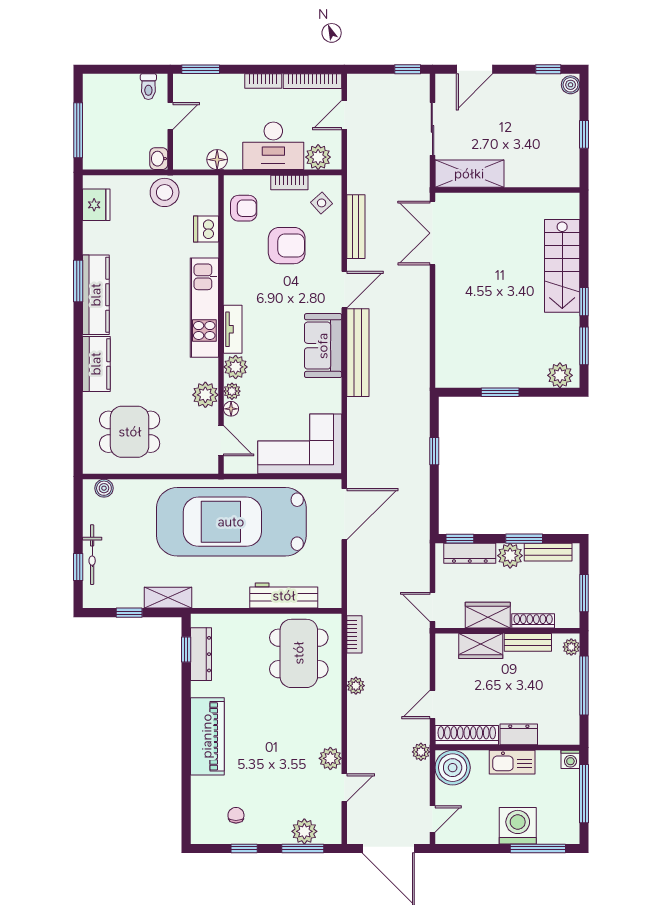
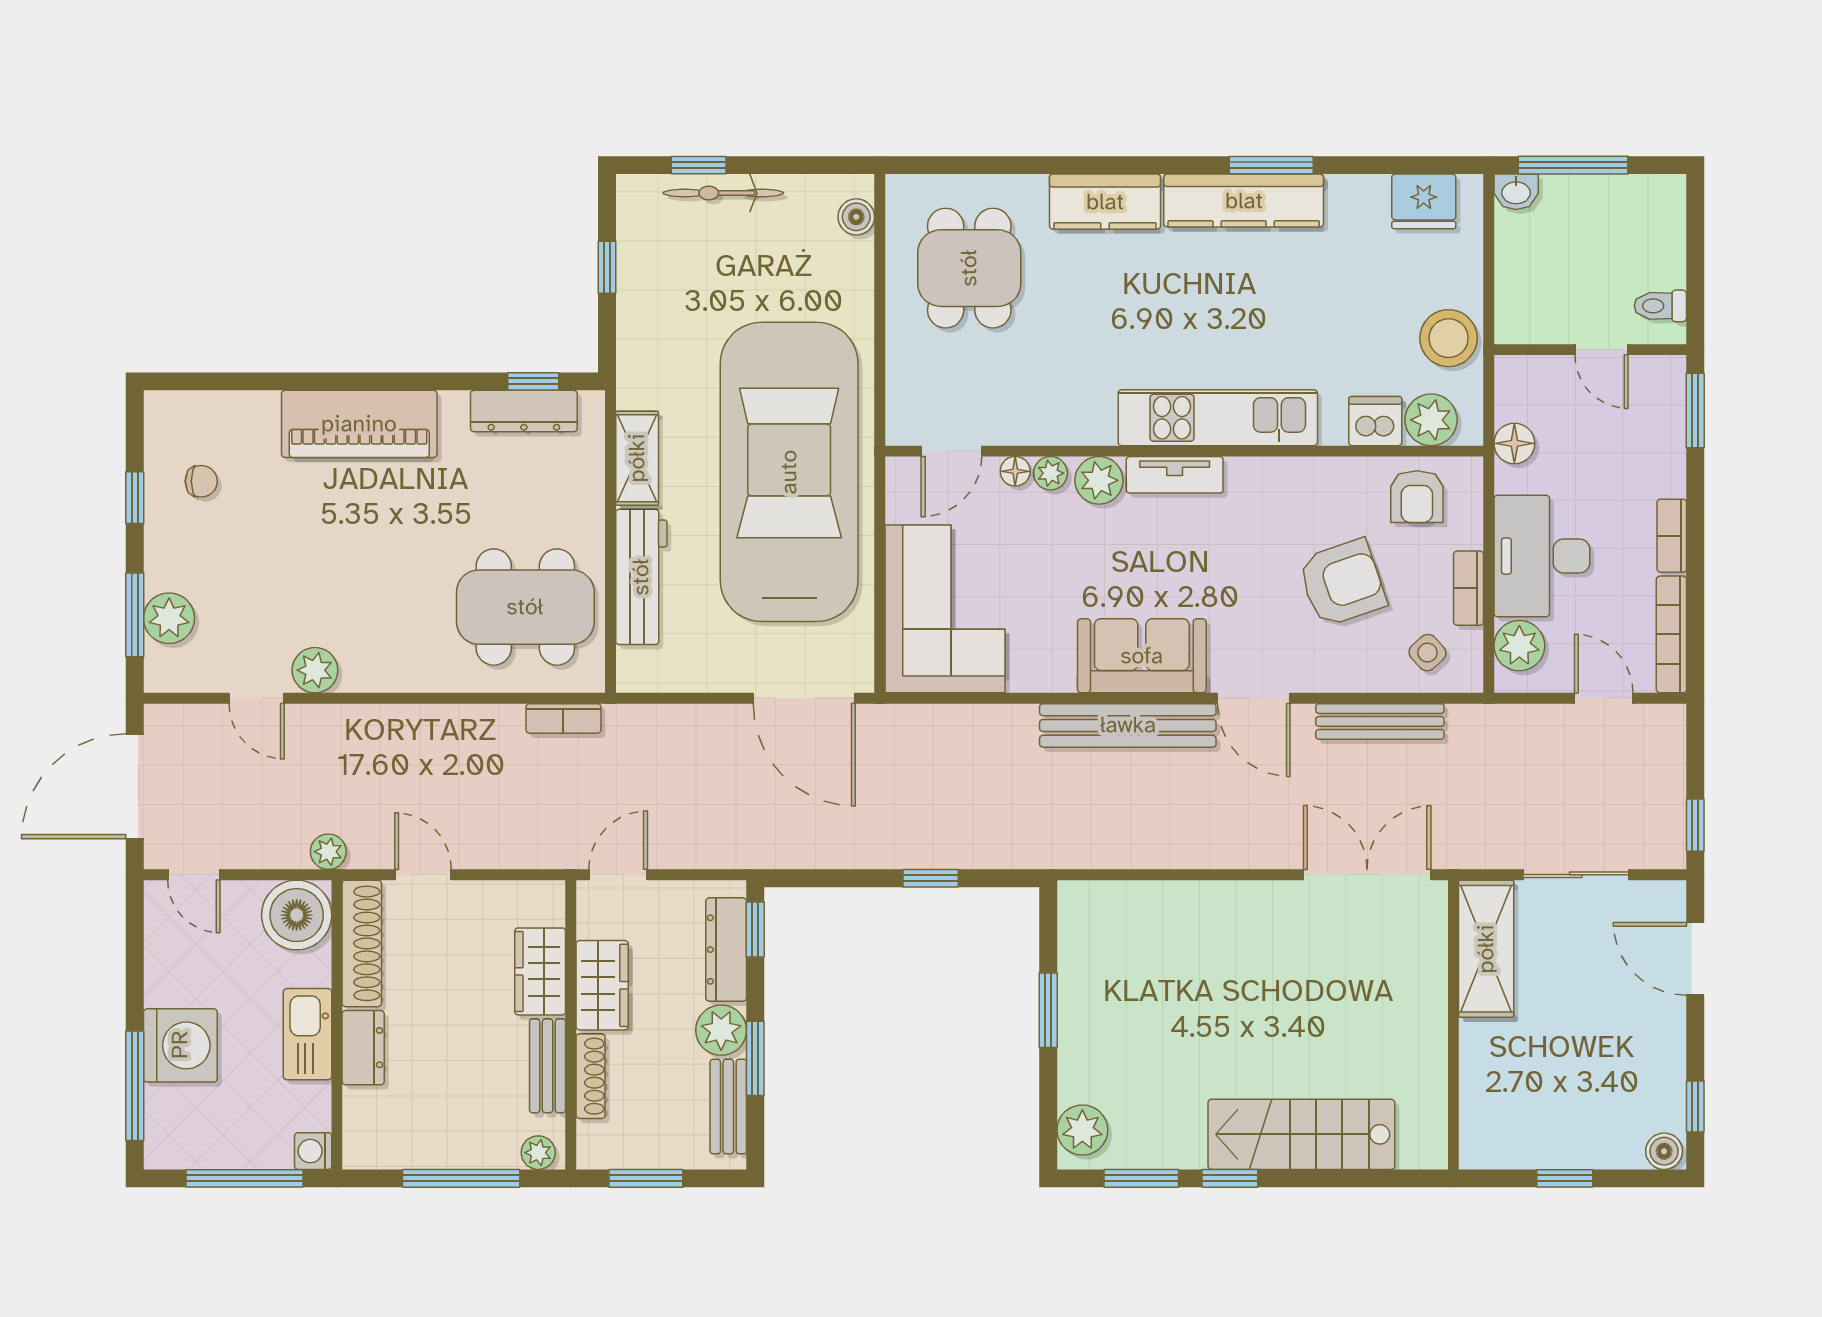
washbasin: (159, 159) -> (1516, 192), moved, turned 180
armchair: (287, 246) -> (1342, 583), turned -109
plant: (205, 395) -> (1431, 420), moved
shelving: (168, 598) -> (637, 458), moved
plant: (356, 686) -> (461, 721), removed

